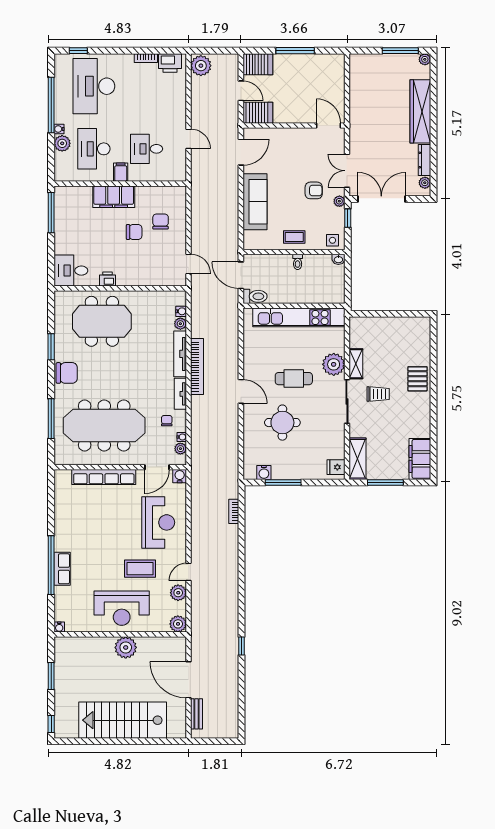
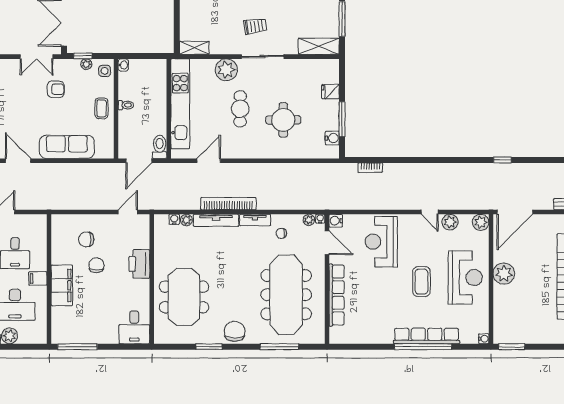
armchair: (314, 190) -> (56, 89), turned 90
plant: (339, 201) -> (86, 64), moved
printer: (107, 279) -> (139, 264), moved, width x1.87, depth x1.48
shelving: (356, 364) -> (194, 48), moved
door: (241, 391) -> (209, 161), moved
trolley: (378, 394) -> (255, 26), turned 82
water cooler: (182, 437) -> (320, 219), moved
fridge: (336, 467) -> (330, 92), moved, turned 90
reception desk: (158, 522) -> (381, 242), turned -90
row of seats: (62, 569) -> (427, 336), width x2.02
coffee table: (140, 569) -> (421, 282), moved
window: (51, 676) -> (512, 347), moved
door: (189, 680) -> (515, 212), moved

